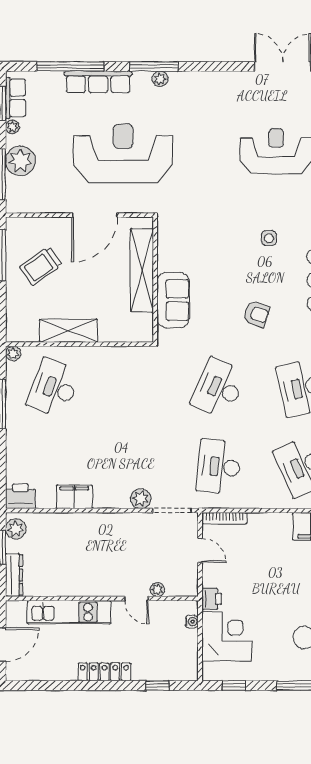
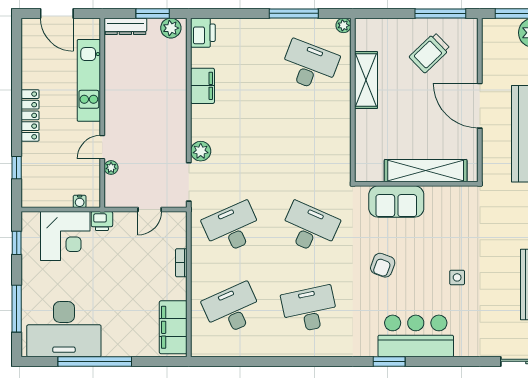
trolley: (41, 266) -> (430, 53), turned -98
shelving: (142, 270) -> (426, 171), moved
wall: (155, 280) -> (416, 184), moved
sofa: (173, 300) -> (396, 201), moved
desk: (219, 467) -> (232, 228), turned -30
bookcase: (224, 518) -> (181, 263), moved, width x0.64

